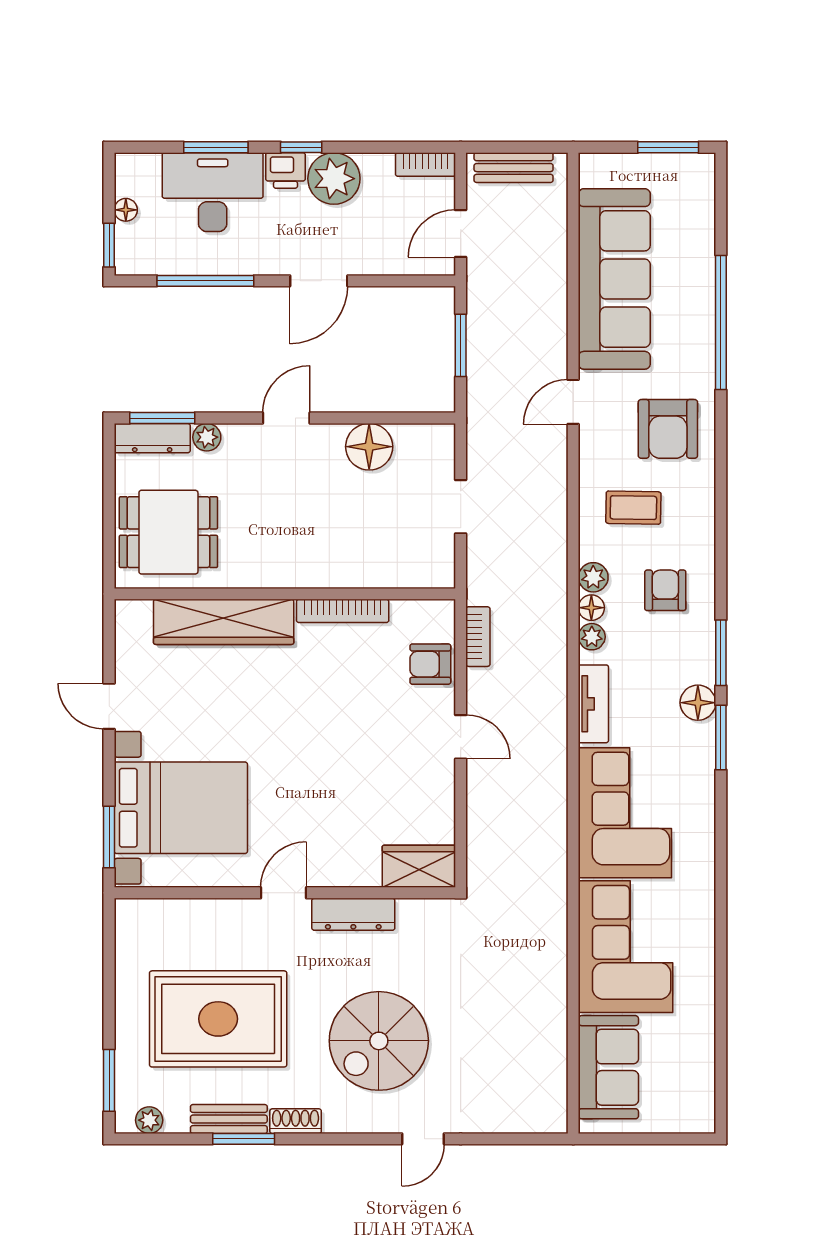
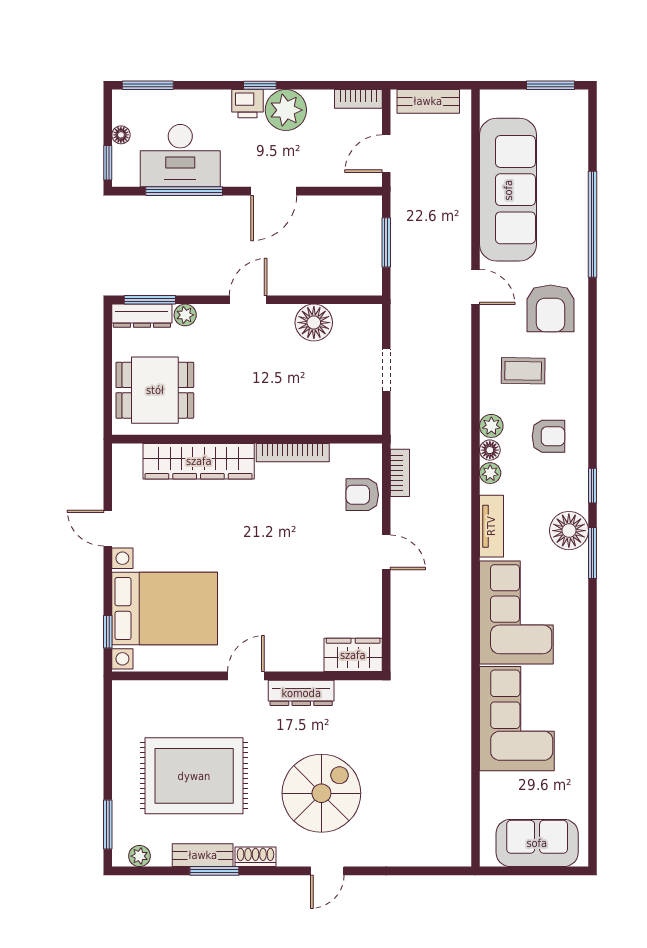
window: (216, 147) -> (148, 85), moved
desk: (213, 192) -> (180, 156), moved, turned 180
door: (573, 402) -> (475, 287), swing flipped
armchair: (665, 590) -> (548, 436), turned 90
window: (721, 653) -> (592, 486), width x0.67
floor lamp: (698, 703) -> (569, 531), width x1.38, depth x1.38
window: (109, 837) -> (108, 632), width x0.67
spiral stairs: (379, 1041) -> (321, 793), turned 180
sofa: (608, 1067) -> (537, 843), moved, turned -90
door: (423, 1139) -> (327, 871), moved

